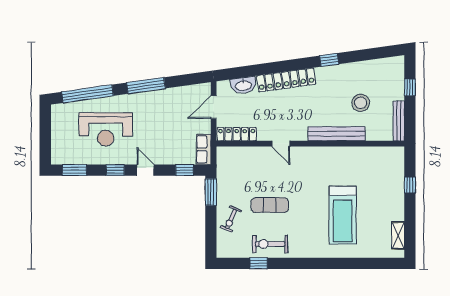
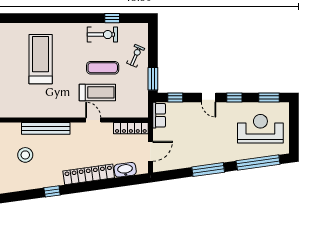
reception desk: (106, 129) -> (260, 129), moved
treadmill: (276, 176) -> (97, 92), added

